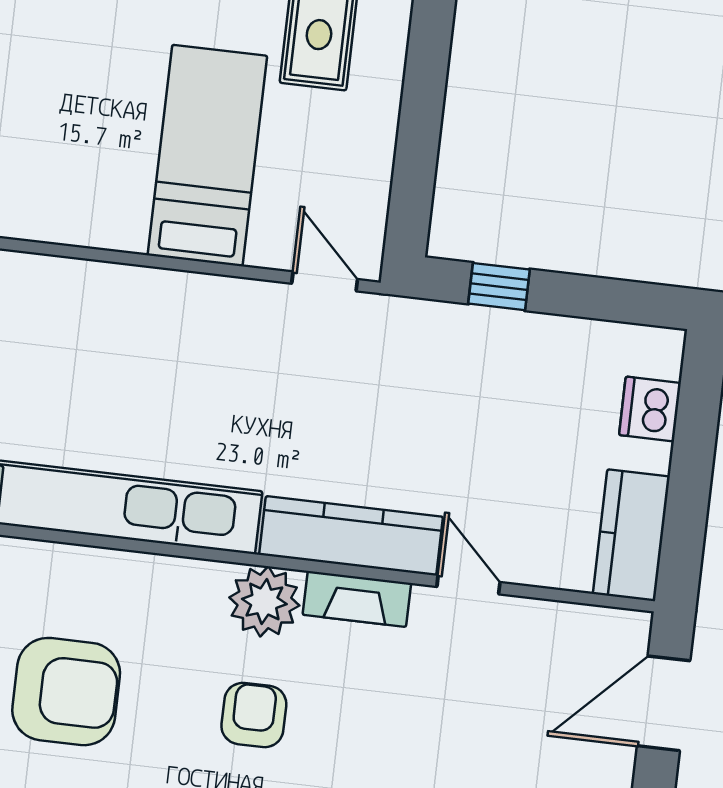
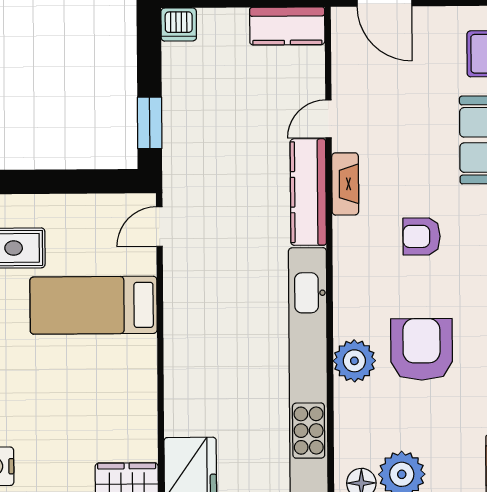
window: (499, 287) -> (150, 123), width x1.50
dishwasher: (650, 409) -> (179, 24), moved
plant: (264, 601) -> (354, 361), moved

